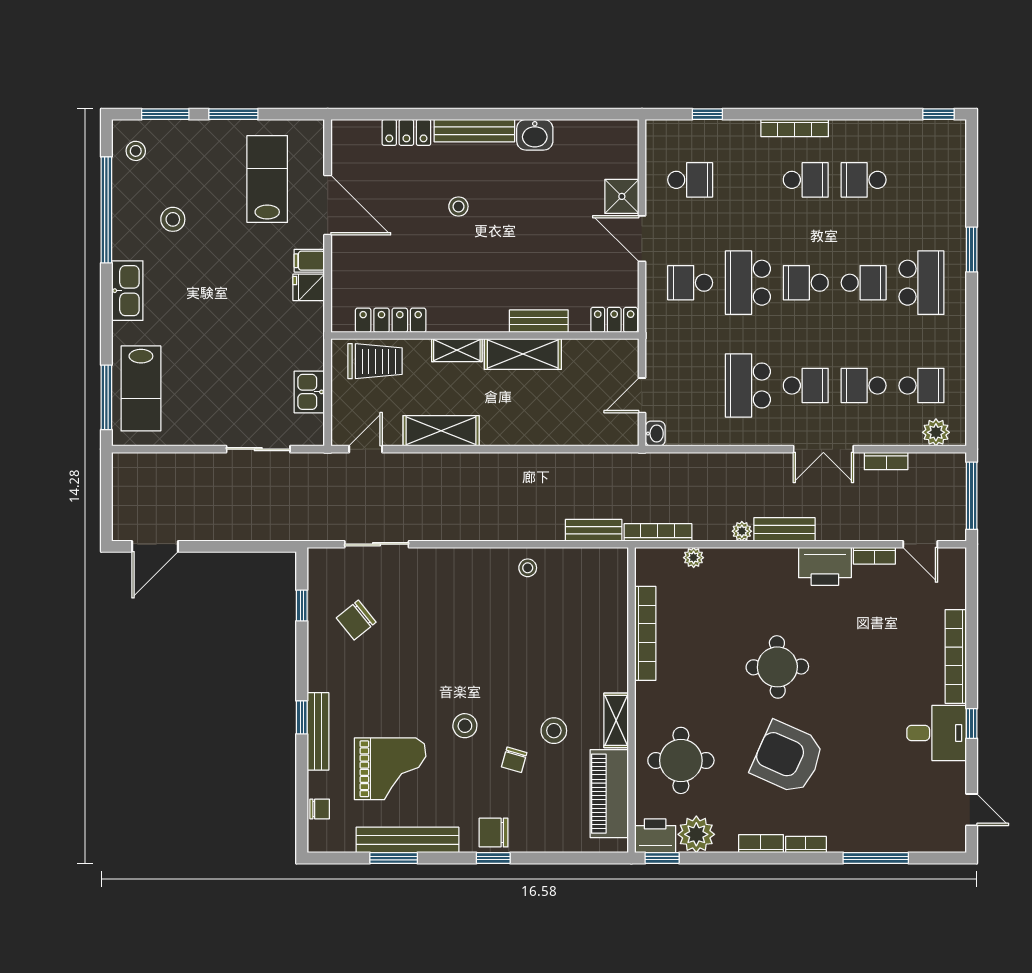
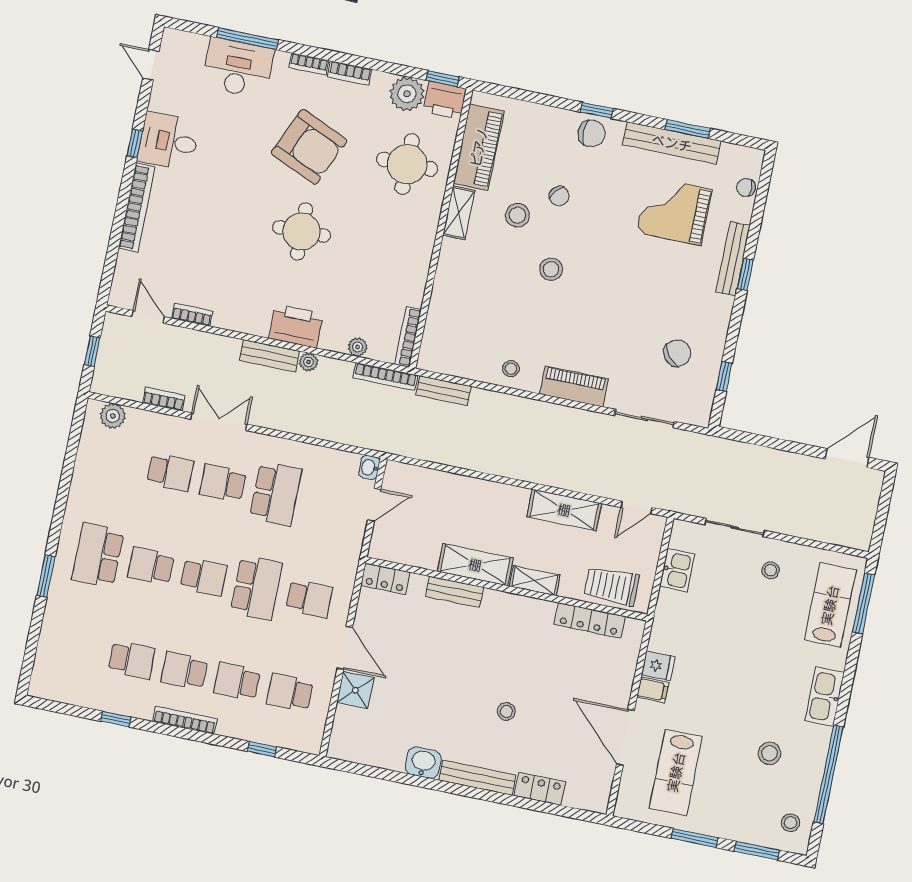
window: (939, 114) -> (116, 719), moved
school desk: (921, 386) -> (237, 682), moved
stool: (211, 412) -> (771, 570), added
window: (972, 496) -> (92, 351), width x0.46
piano: (457, 563) -> (574, 386), added
printer: (825, 566) -> (296, 326), moved
bookcase: (645, 633) -> (408, 337), moved, width x0.68, depth x0.76
stool: (465, 726) -> (551, 269), moved
chair: (514, 760) -> (559, 196), turned 116
desk: (880, 825) -> (238, 68), added

